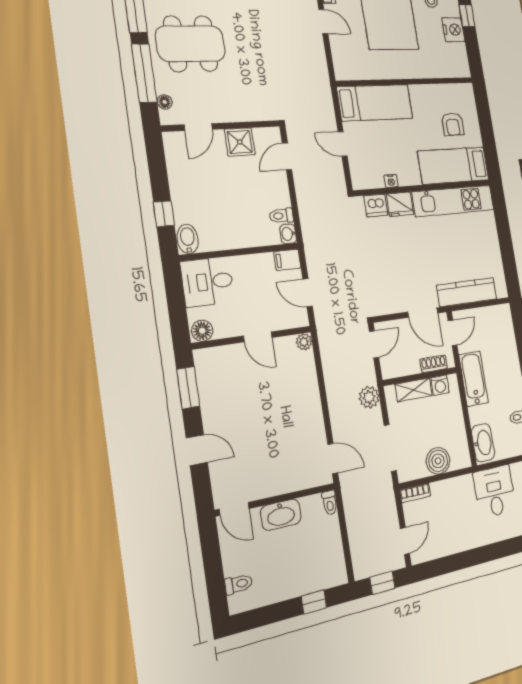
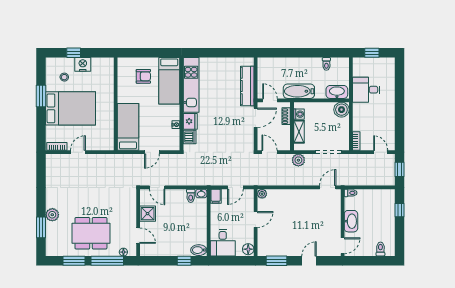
dining table: (191, 44) -> (91, 233), turned 90
boiler: (438, 461) -> (341, 110), moved

